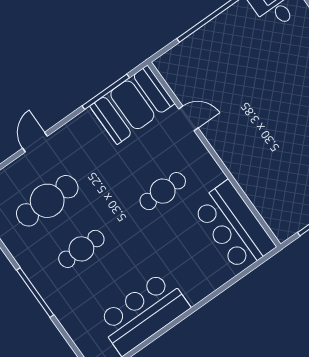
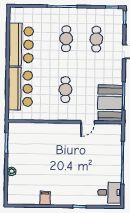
cafe table: (47, 201) -> (96, 39), width x0.73, depth x0.74
bar counter: (234, 226) -> (20, 89), moved, turned 90

